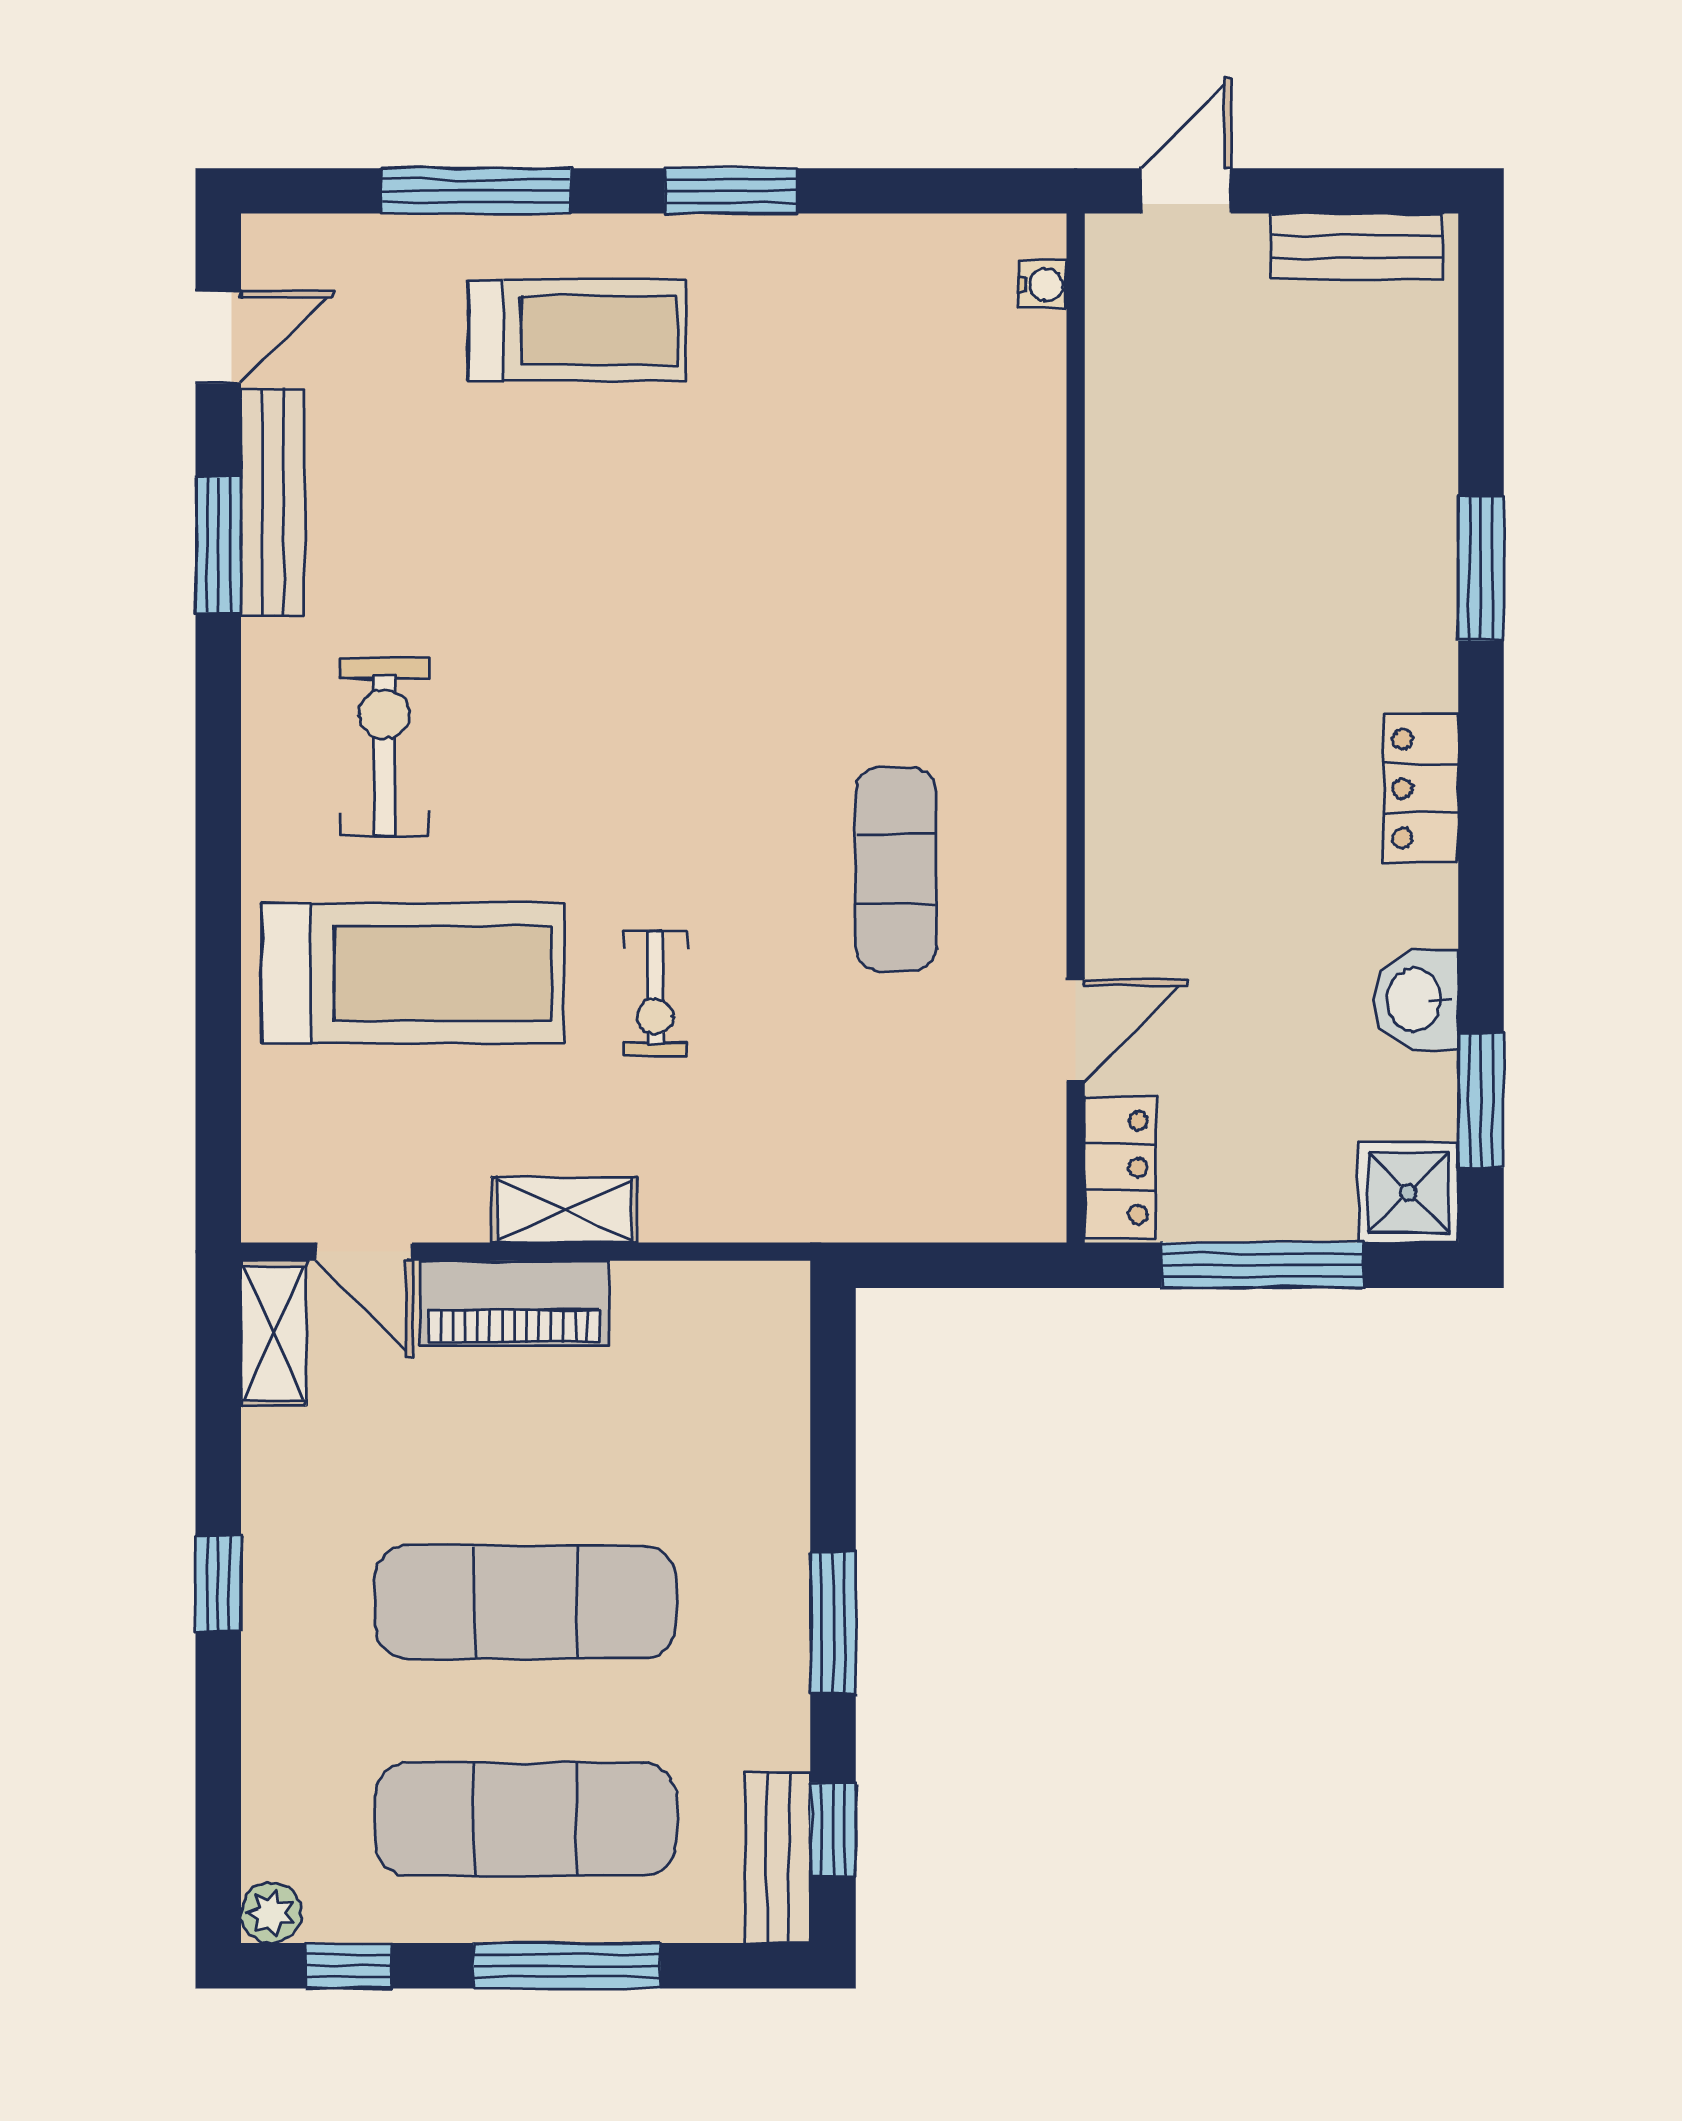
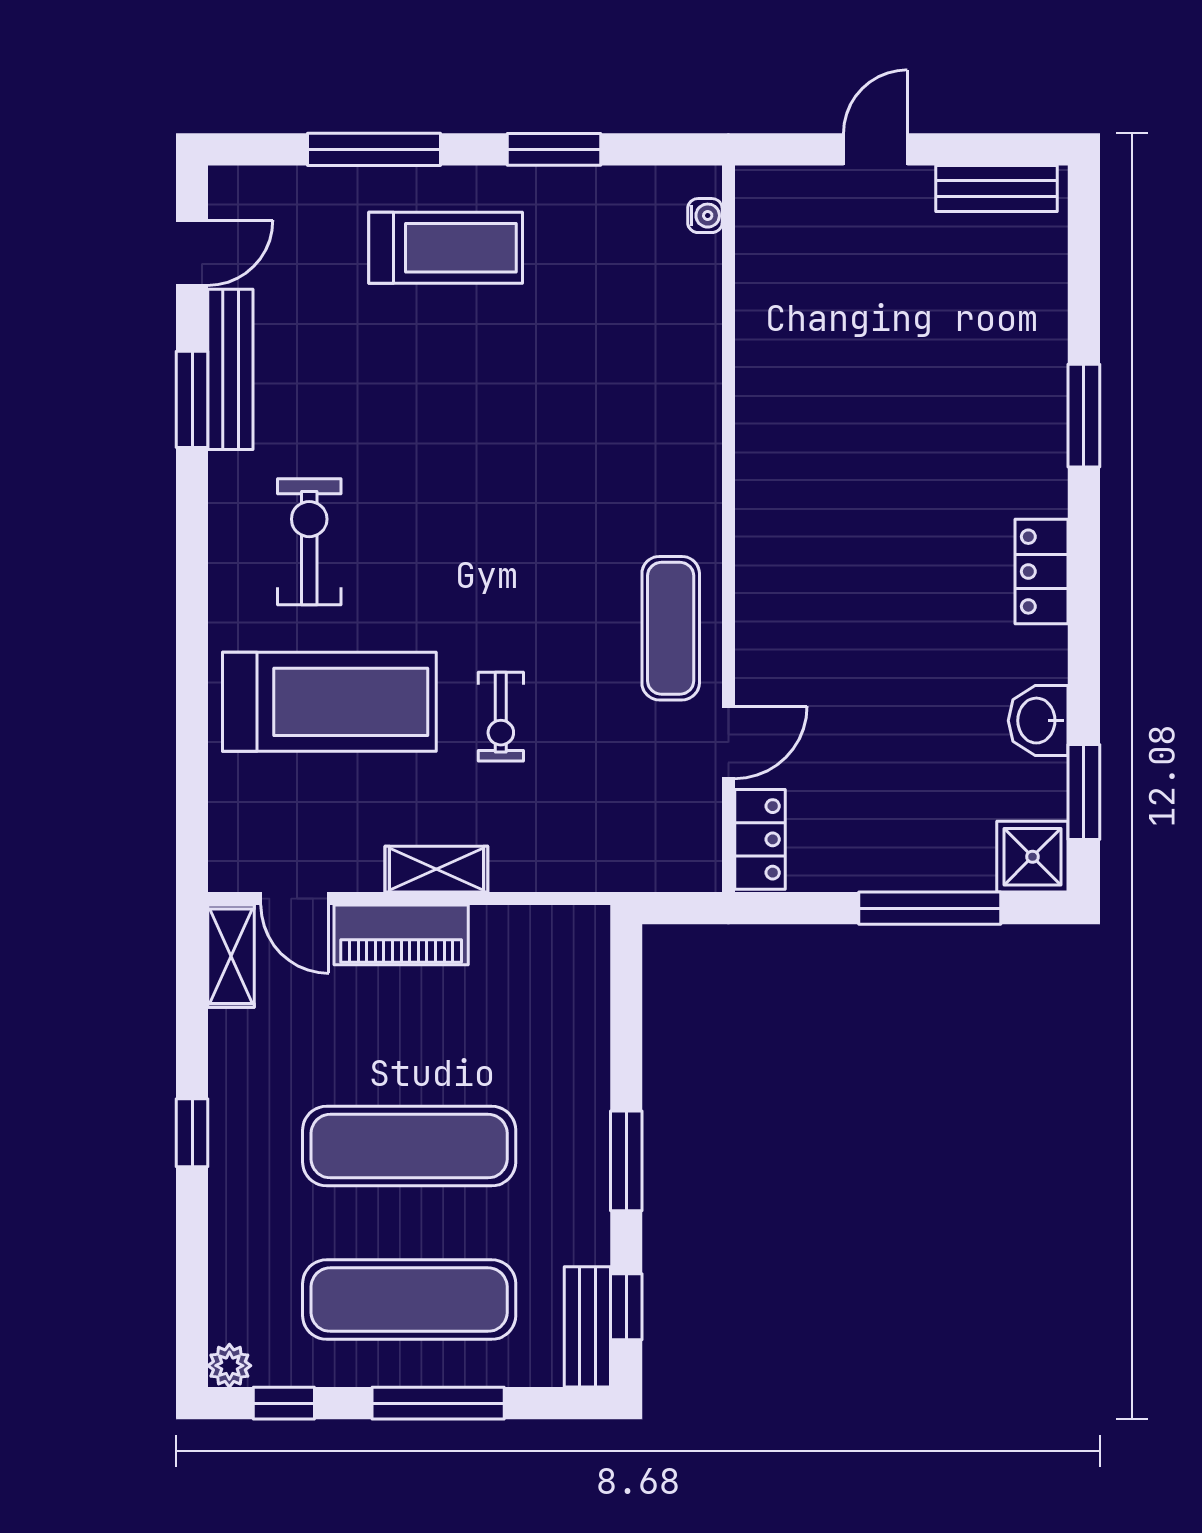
water cooler: (1042, 285) -> (705, 216), moved
wall: (1076, 728) -> (728, 529), moved
door: (1076, 1030) -> (728, 742), moved
locker: (1120, 1168) -> (760, 839), moved

